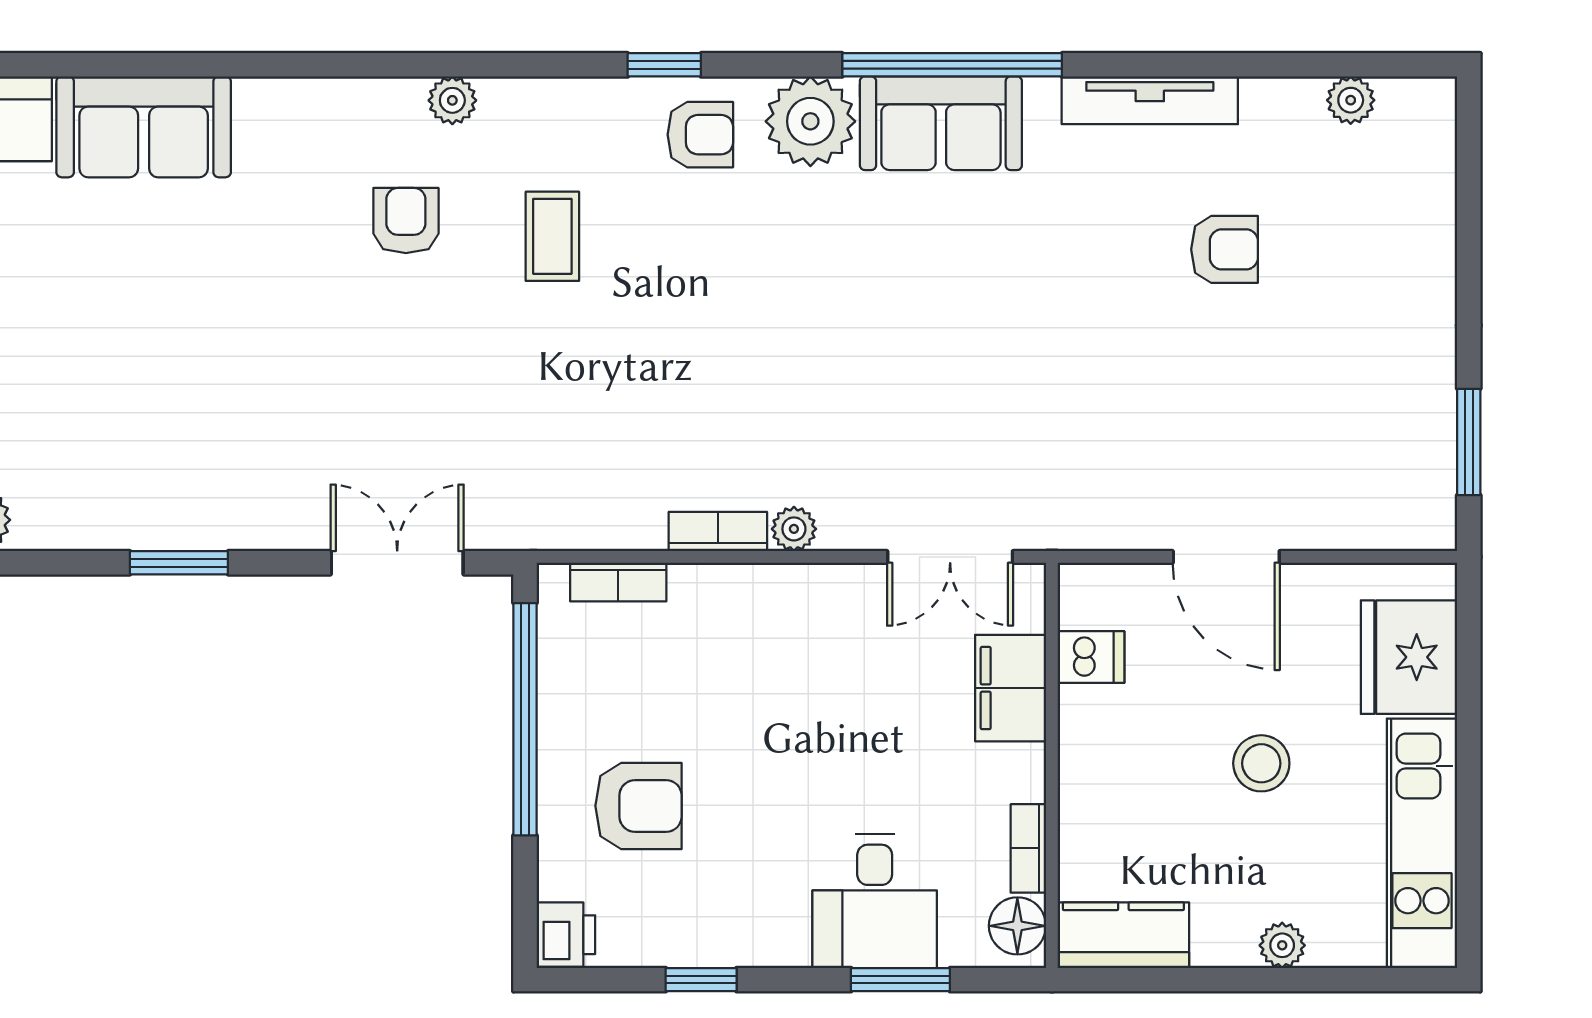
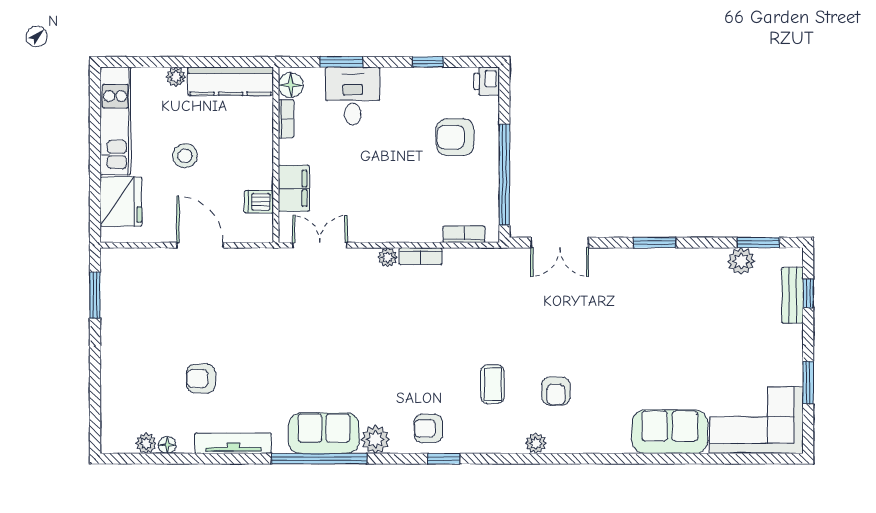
floor lamp: (1302, 96) -> (167, 445), added
plant: (810, 121) -> (375, 439), width x0.73, depth x0.73
kitchen counter: (1123, 935) -> (231, 81), width x1.50

